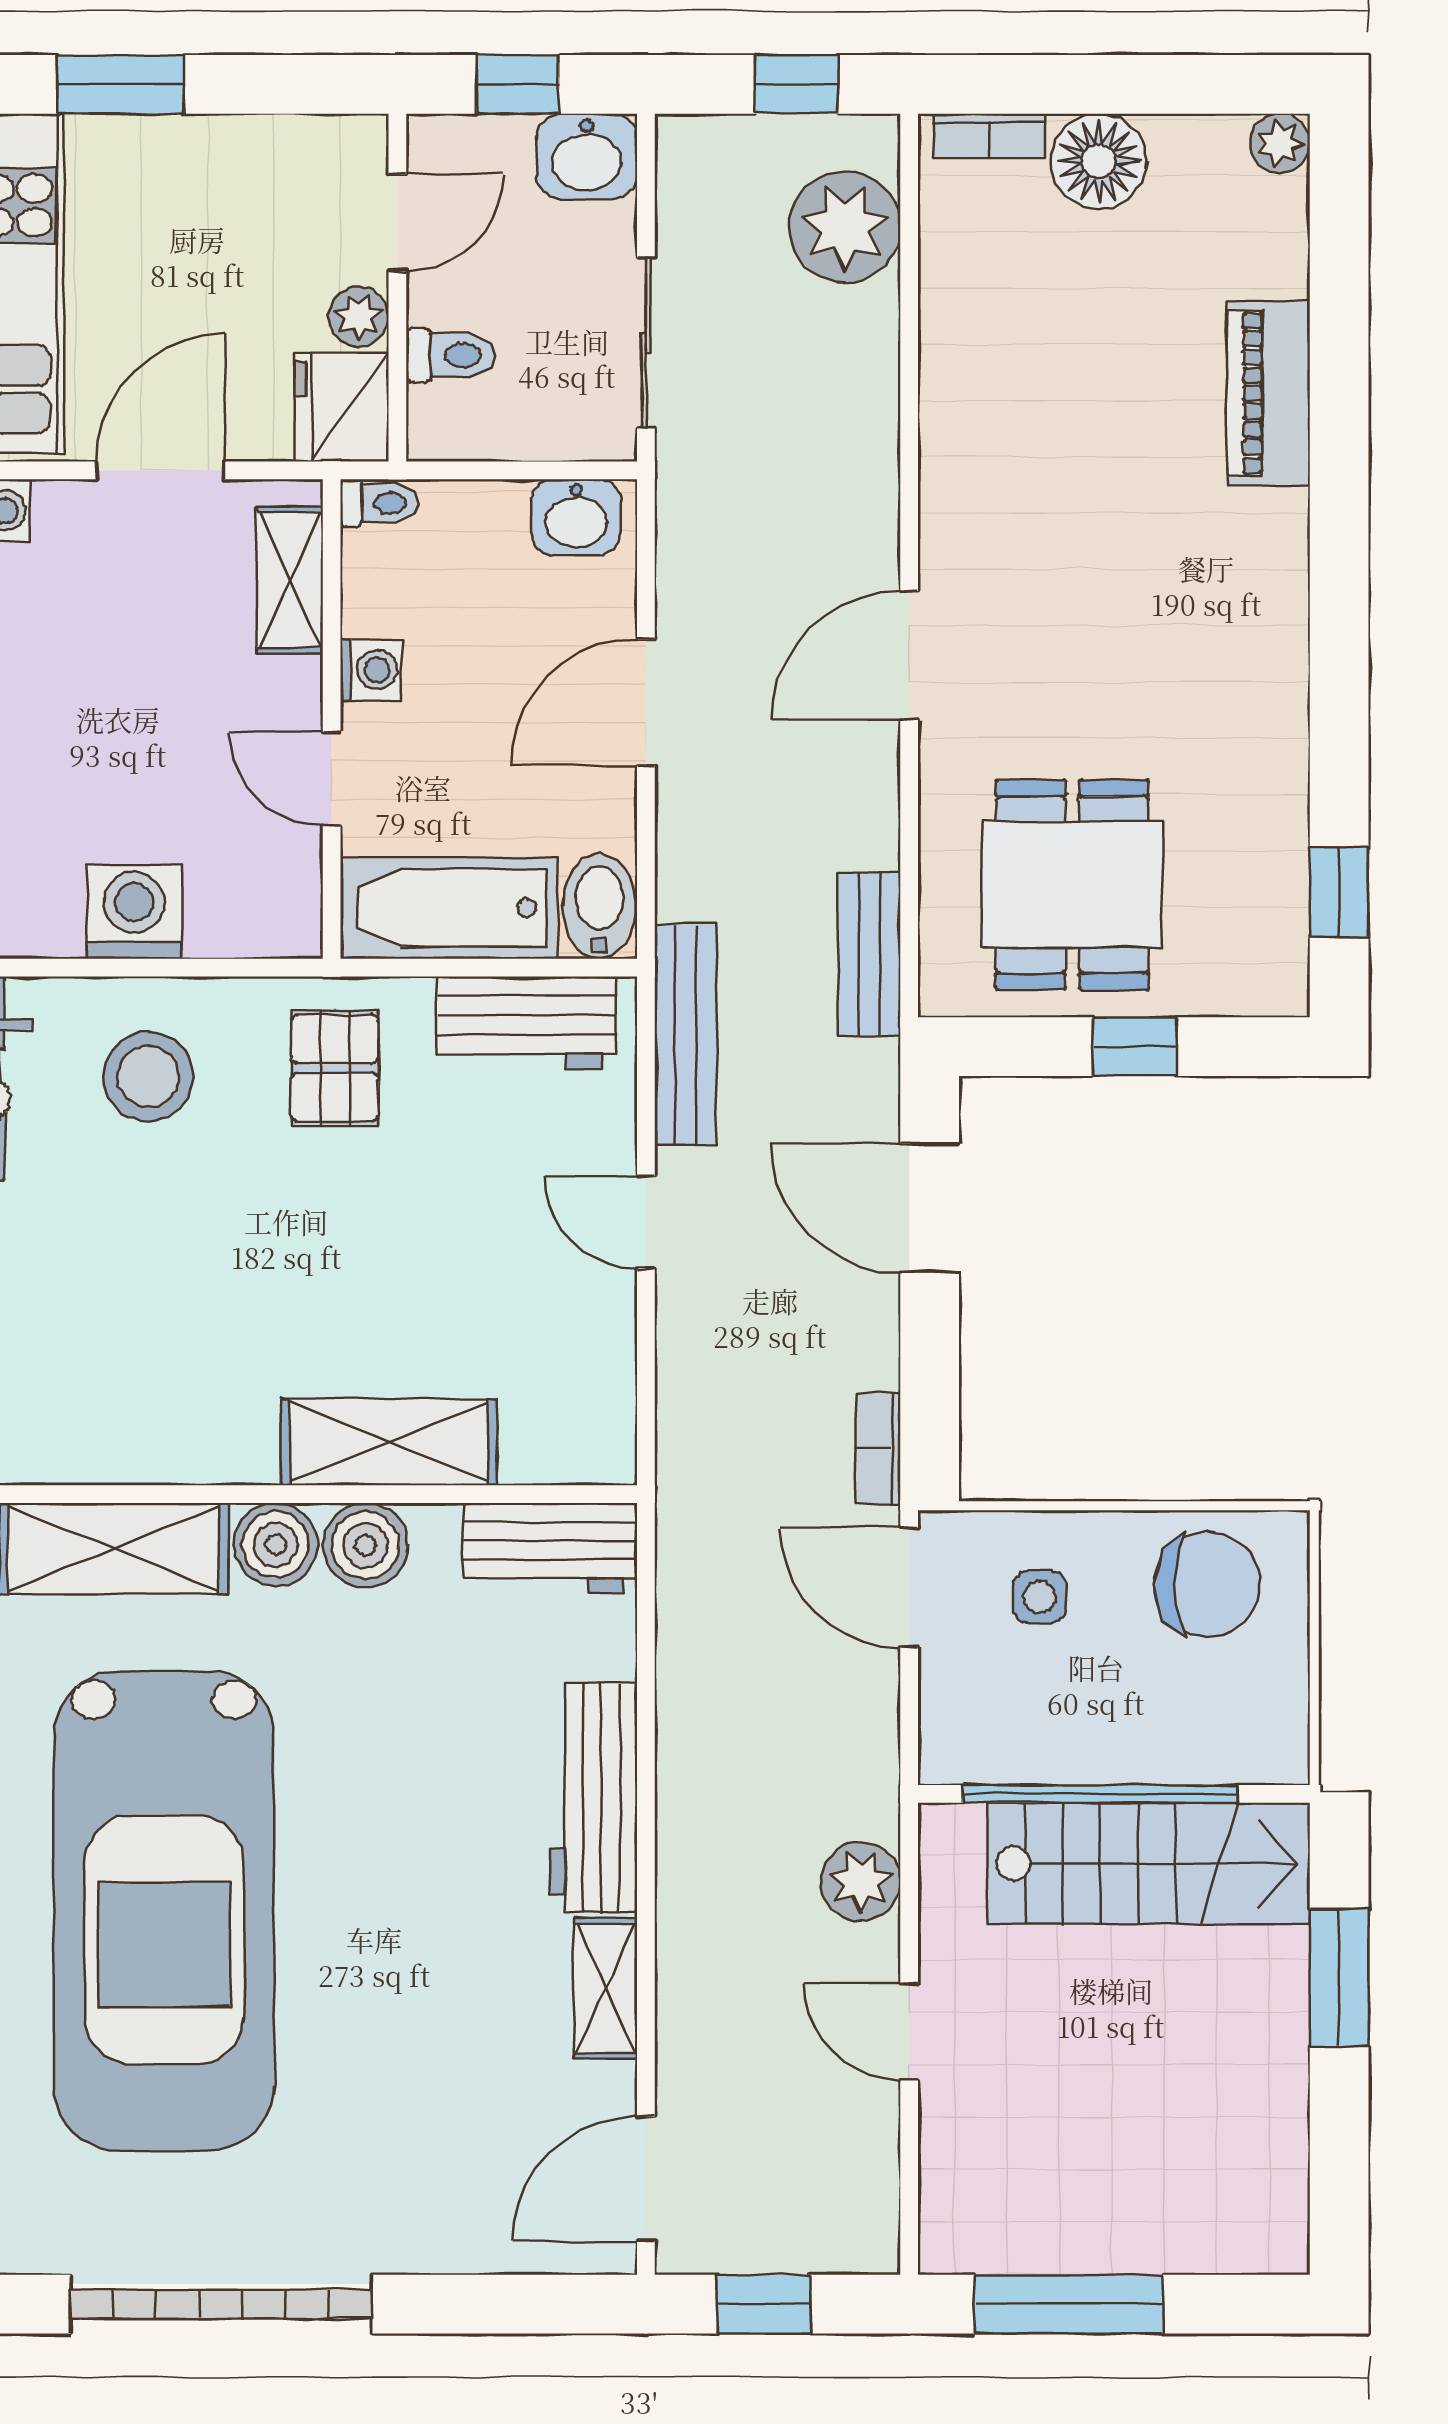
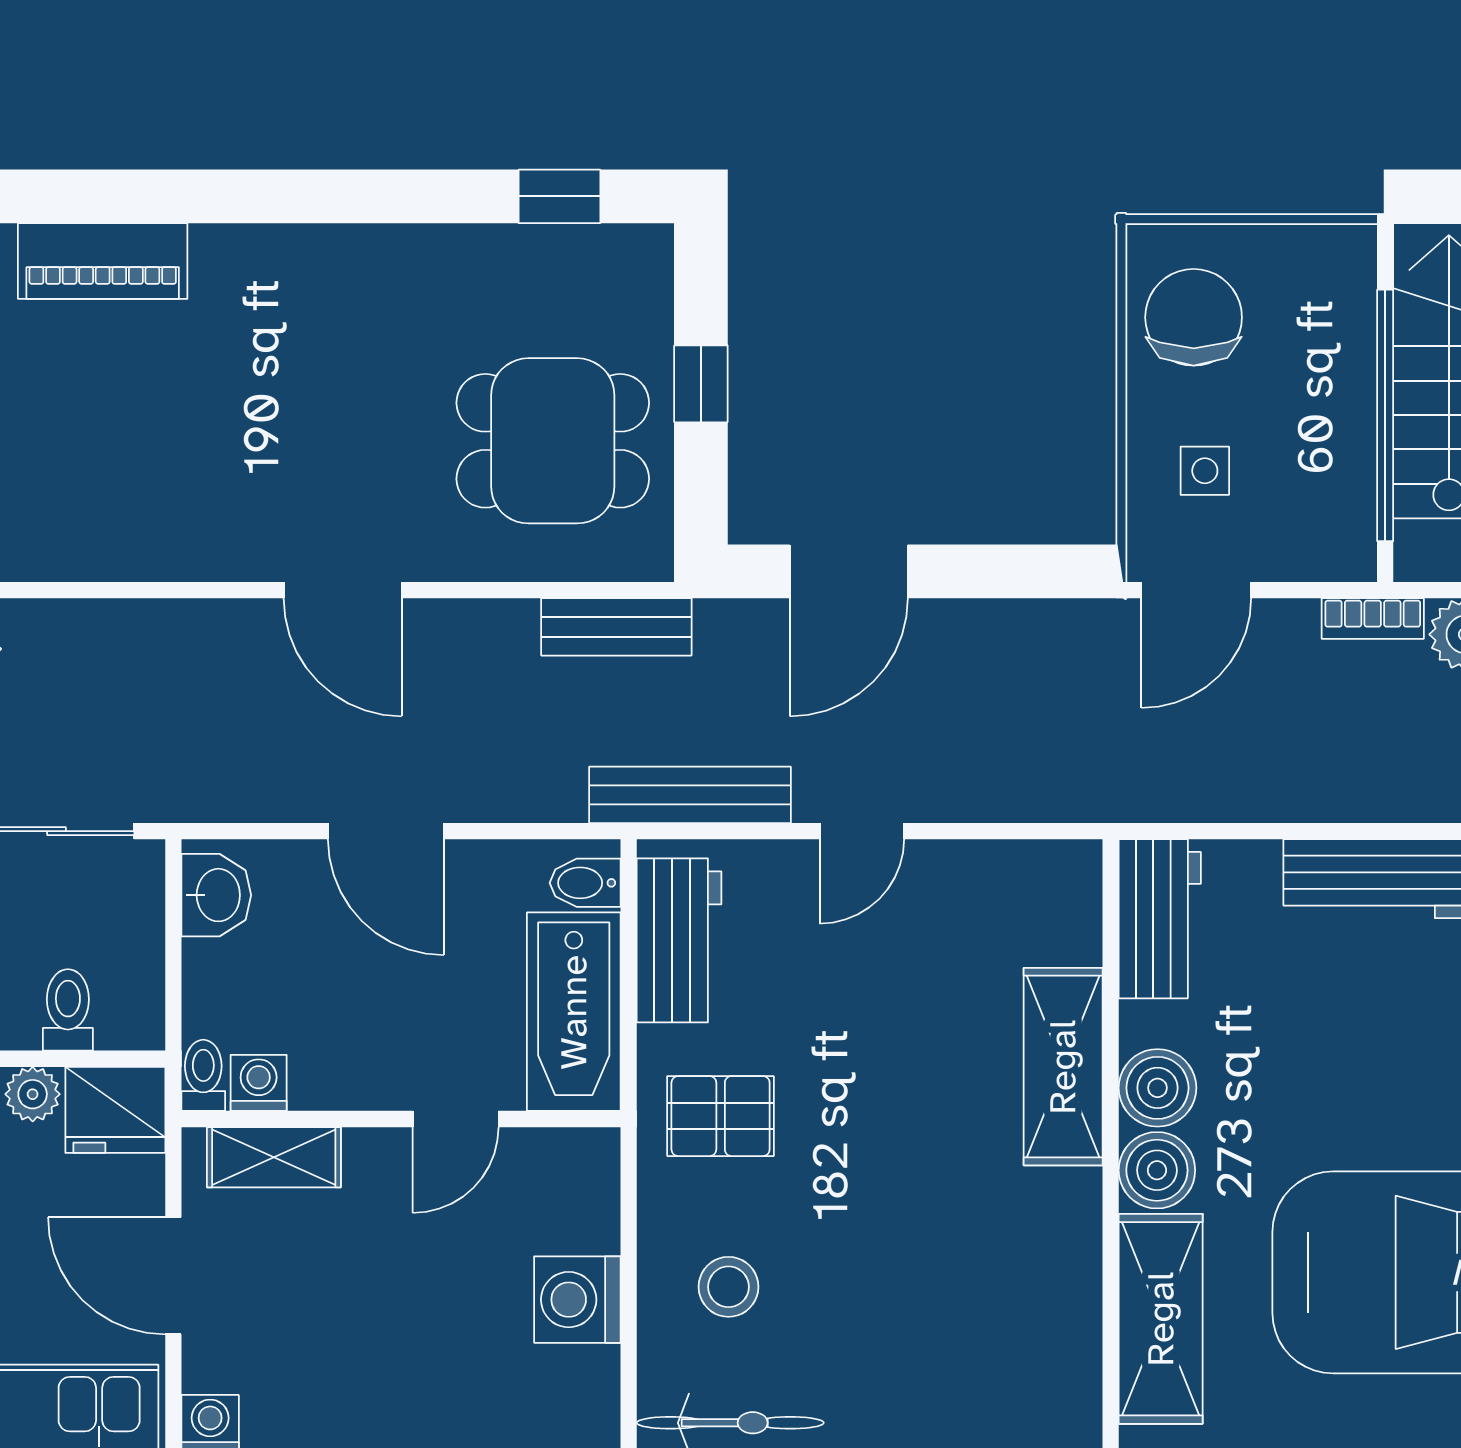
washing machine: (371, 670) -> (259, 1083), moved
bidet: (600, 906) -> (585, 883), width x0.72, depth x0.74
stool: (148, 1077) -> (728, 1287), width x0.73, depth x0.73
bookcase: (878, 1448) -> (1373, 619), moved

